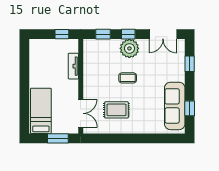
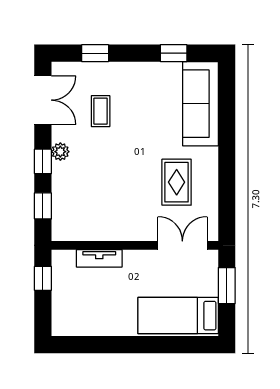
plant: (129, 48) -> (60, 152), width x0.53, depth x0.53
coffee table: (128, 78) -> (101, 111), moved
sofa: (175, 106) -> (200, 104), moved, turned 90

